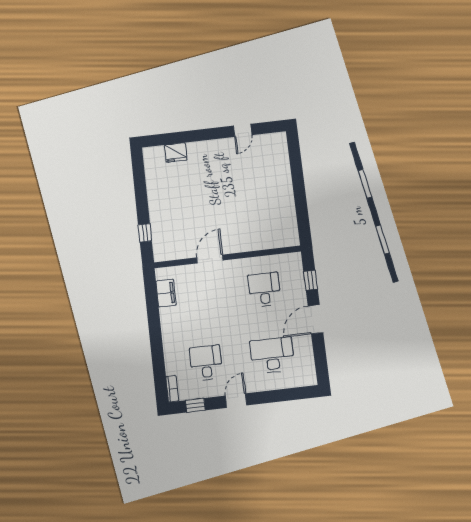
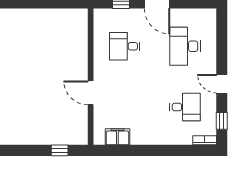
desk: (206, 363) -> (185, 107), turned 180

